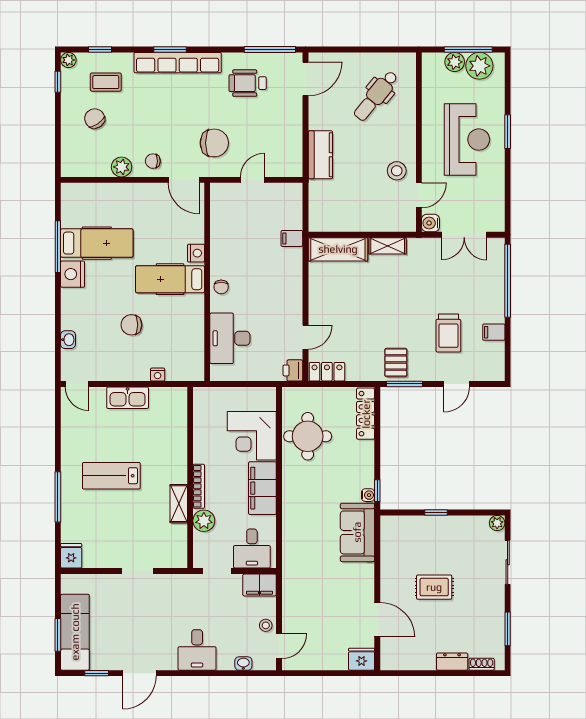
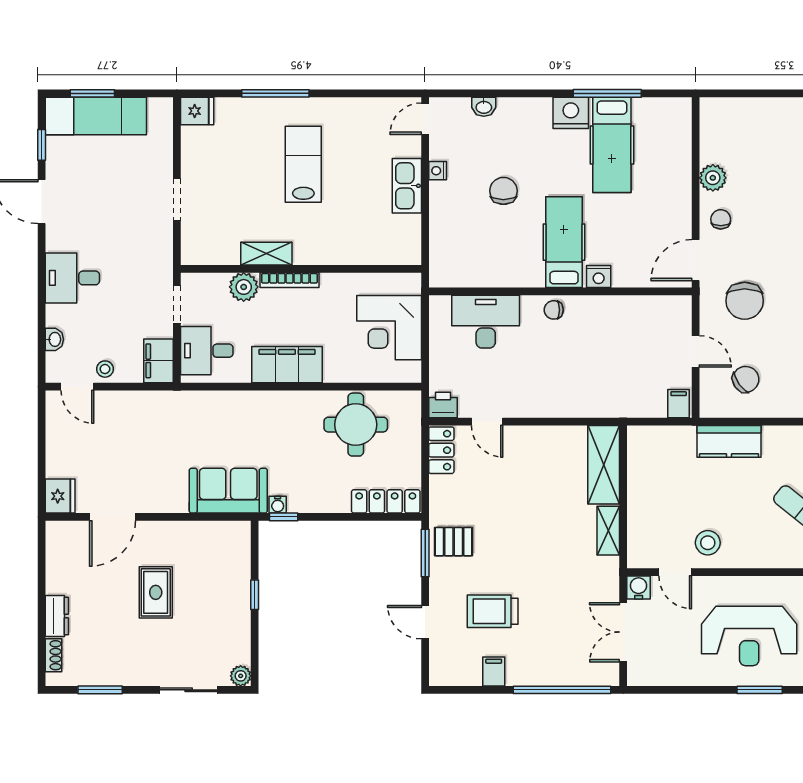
chair: (95, 119) -> (746, 379), moved
filing cabinet: (292, 238) -> (679, 404), moved
nightstand: (158, 375) -> (438, 171), moved
corner desk: (252, 436) -> (389, 328), moved, turned -90

